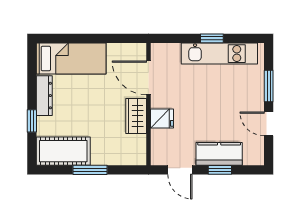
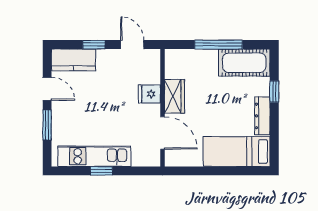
kitchen counter: (219, 154) -> (74, 60), moved
window: (90, 170) -> (218, 45), width x1.44

